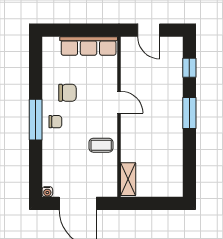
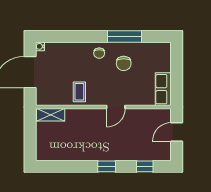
row of seats: (89, 46) -> (163, 89), width x0.68
window: (189, 113) -> (107, 166), width x0.67
window: (36, 120) -> (125, 36), moved

